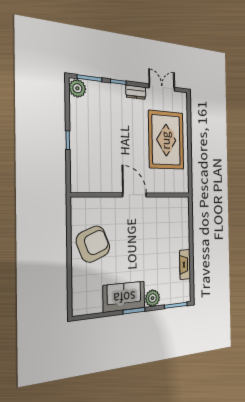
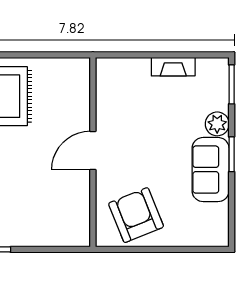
wall: (134, 195) -> (93, 152), moved
door: (135, 195) -> (93, 151), moved

